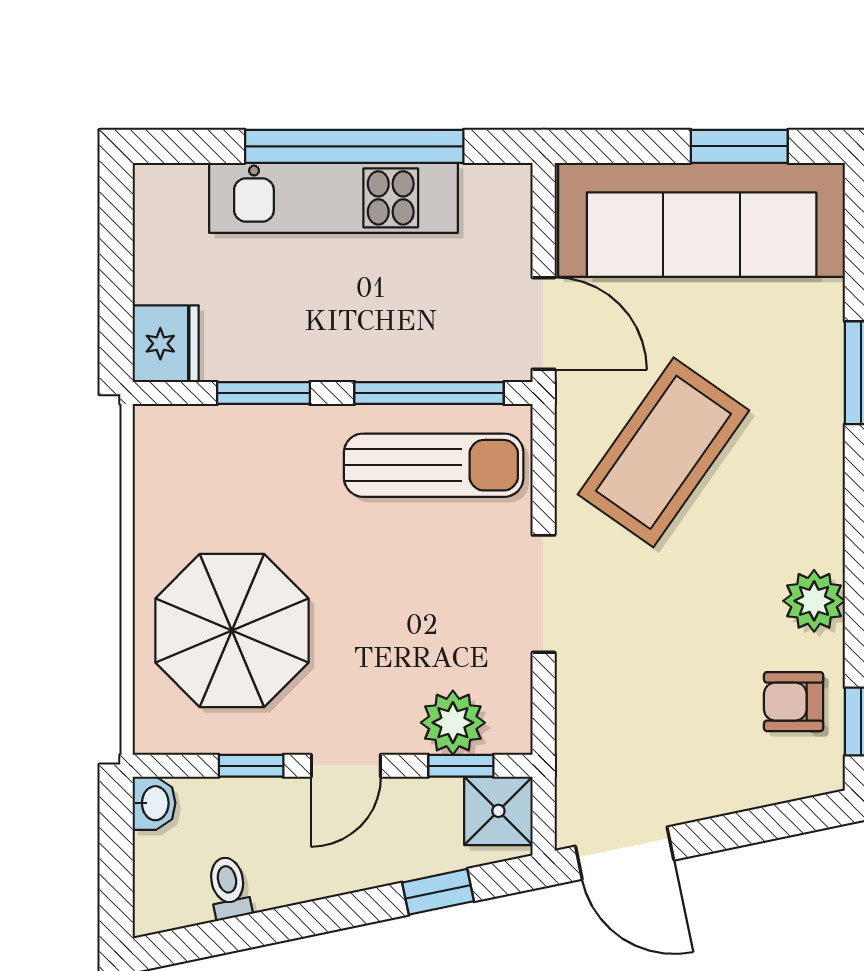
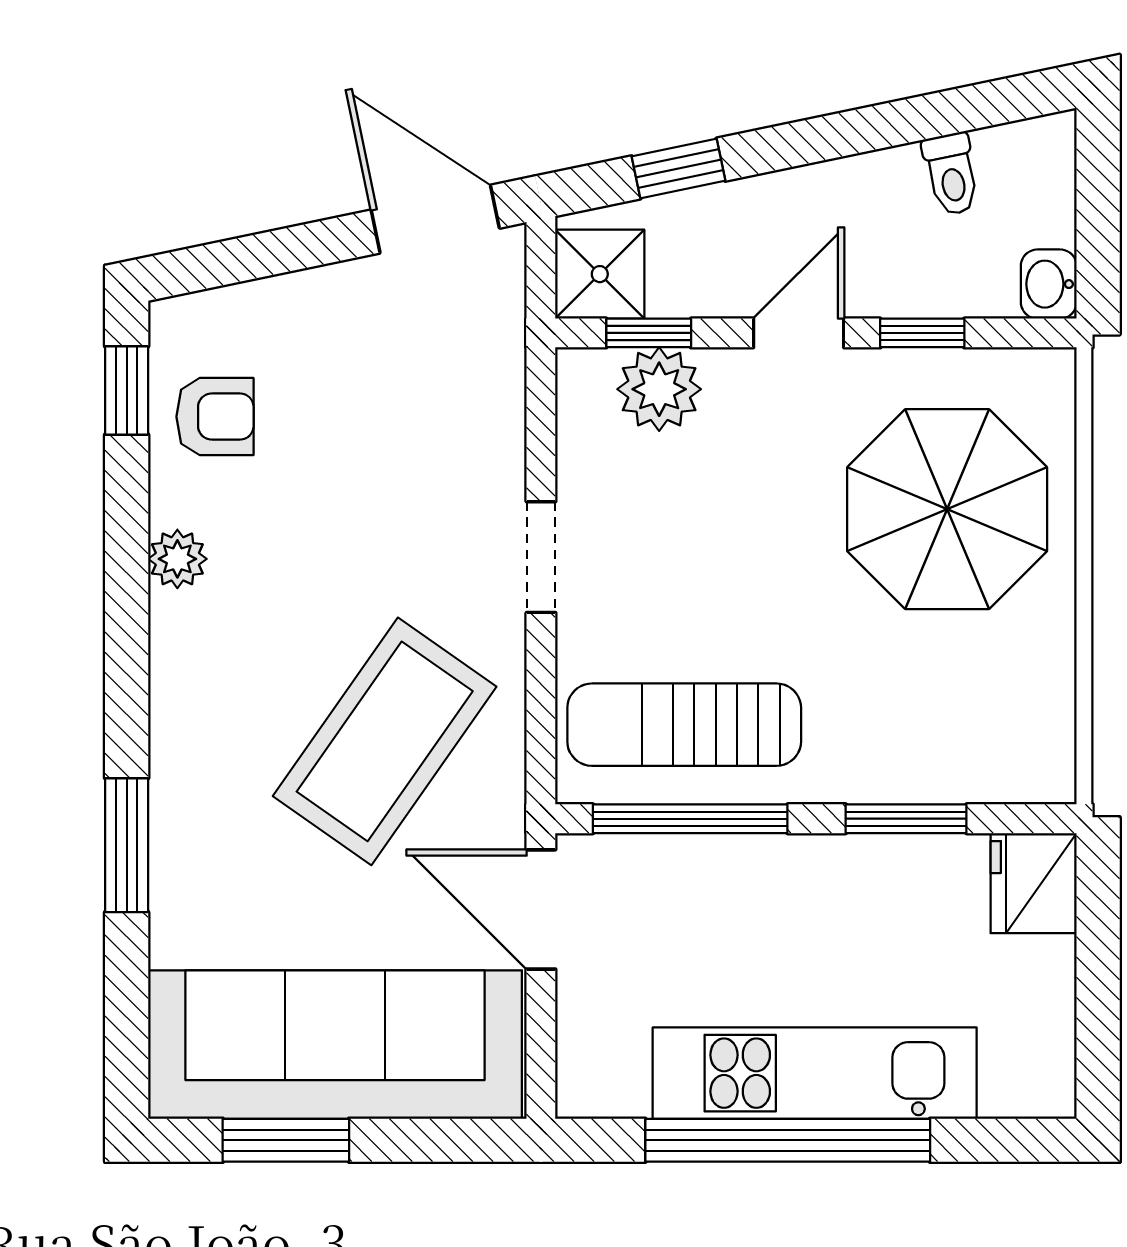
doorway: (544, 594) -> (541, 557), width x0.73
plant: (814, 601) -> (177, 559), width x0.73, depth x0.73

